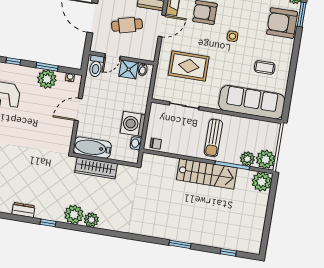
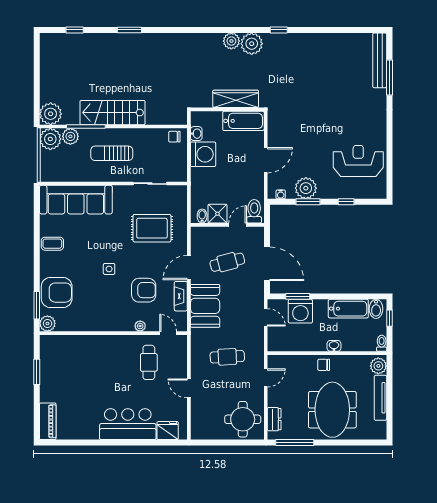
coffee table: (265, 67) -> (52, 244), moved
sun lounger: (213, 138) -> (112, 153), turned -90
dresser: (23, 210) -> (308, 40), removed

